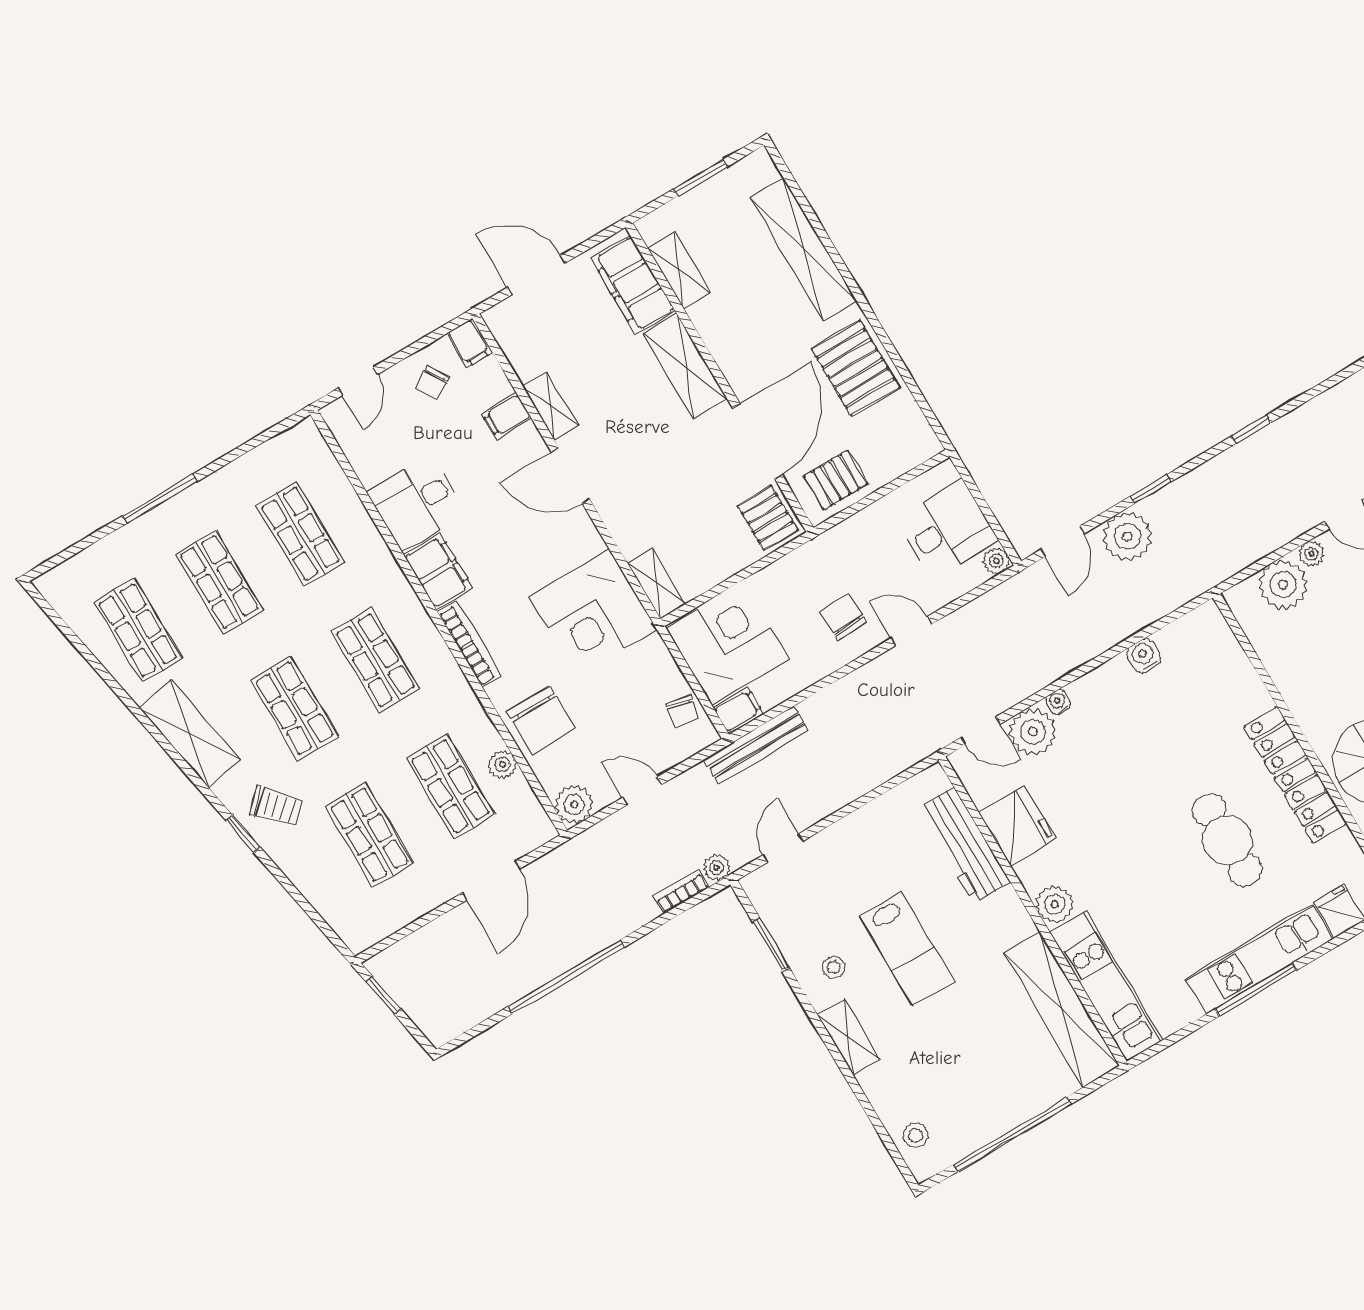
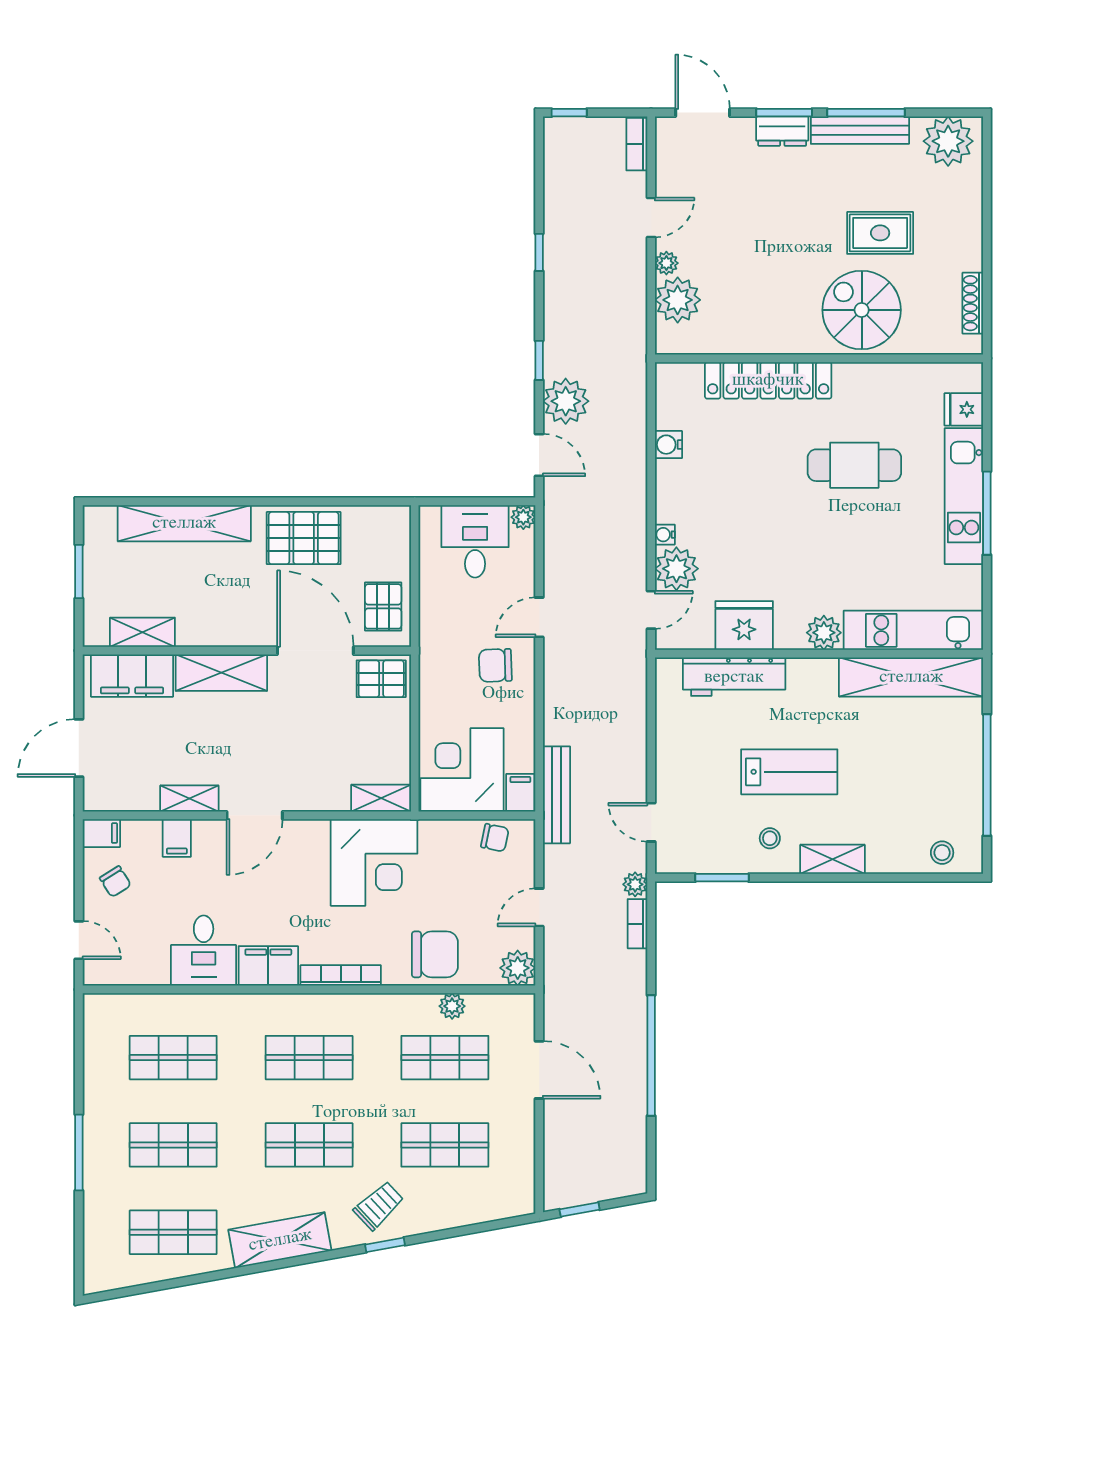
locker: (1295, 775) -> (768, 380), moved

